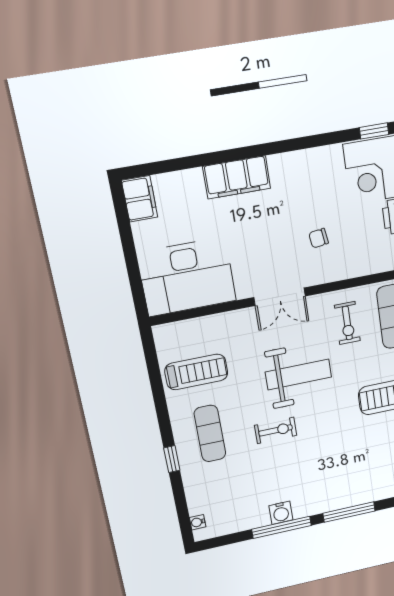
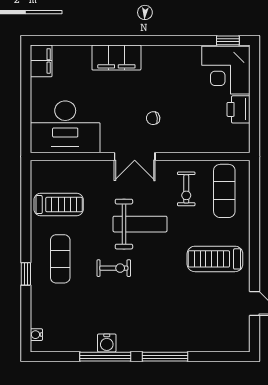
chair: (319, 238) -> (153, 118), moved

